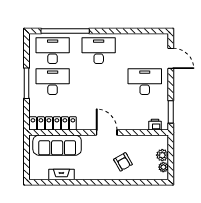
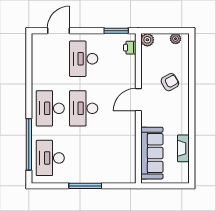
desk: (53, 82) -> (84, 108), moved
locker: (53, 123) -> (128, 158), removed
plant: (162, 155) -> (147, 40), moved

